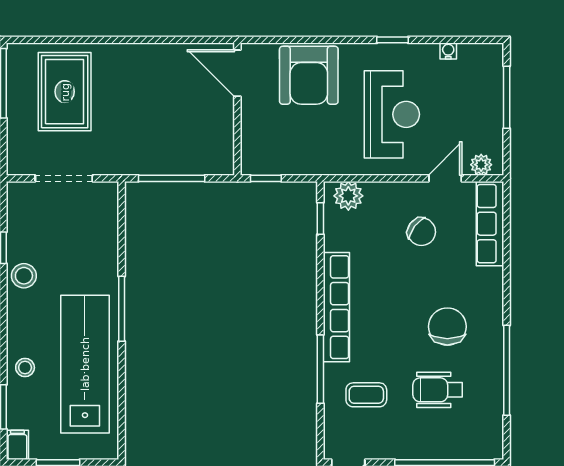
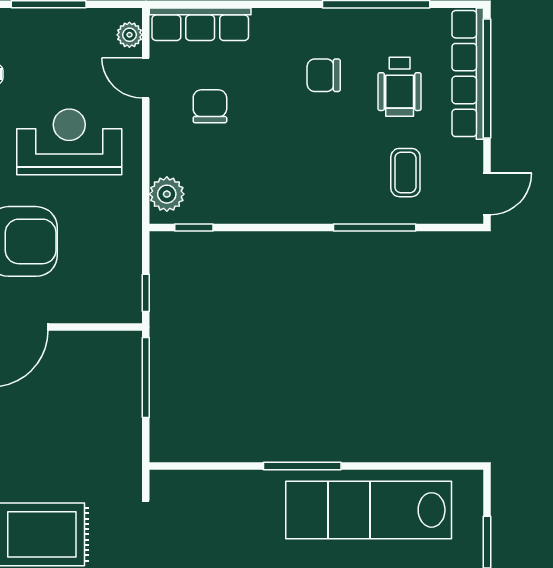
window: (172, 178) -> (146, 377), moved
chair: (421, 232) -> (210, 106), turned -37
row of seats: (336, 307) -> (468, 74), moved, turned -90
chair: (447, 327) -> (324, 75), width x0.73, depth x0.73

